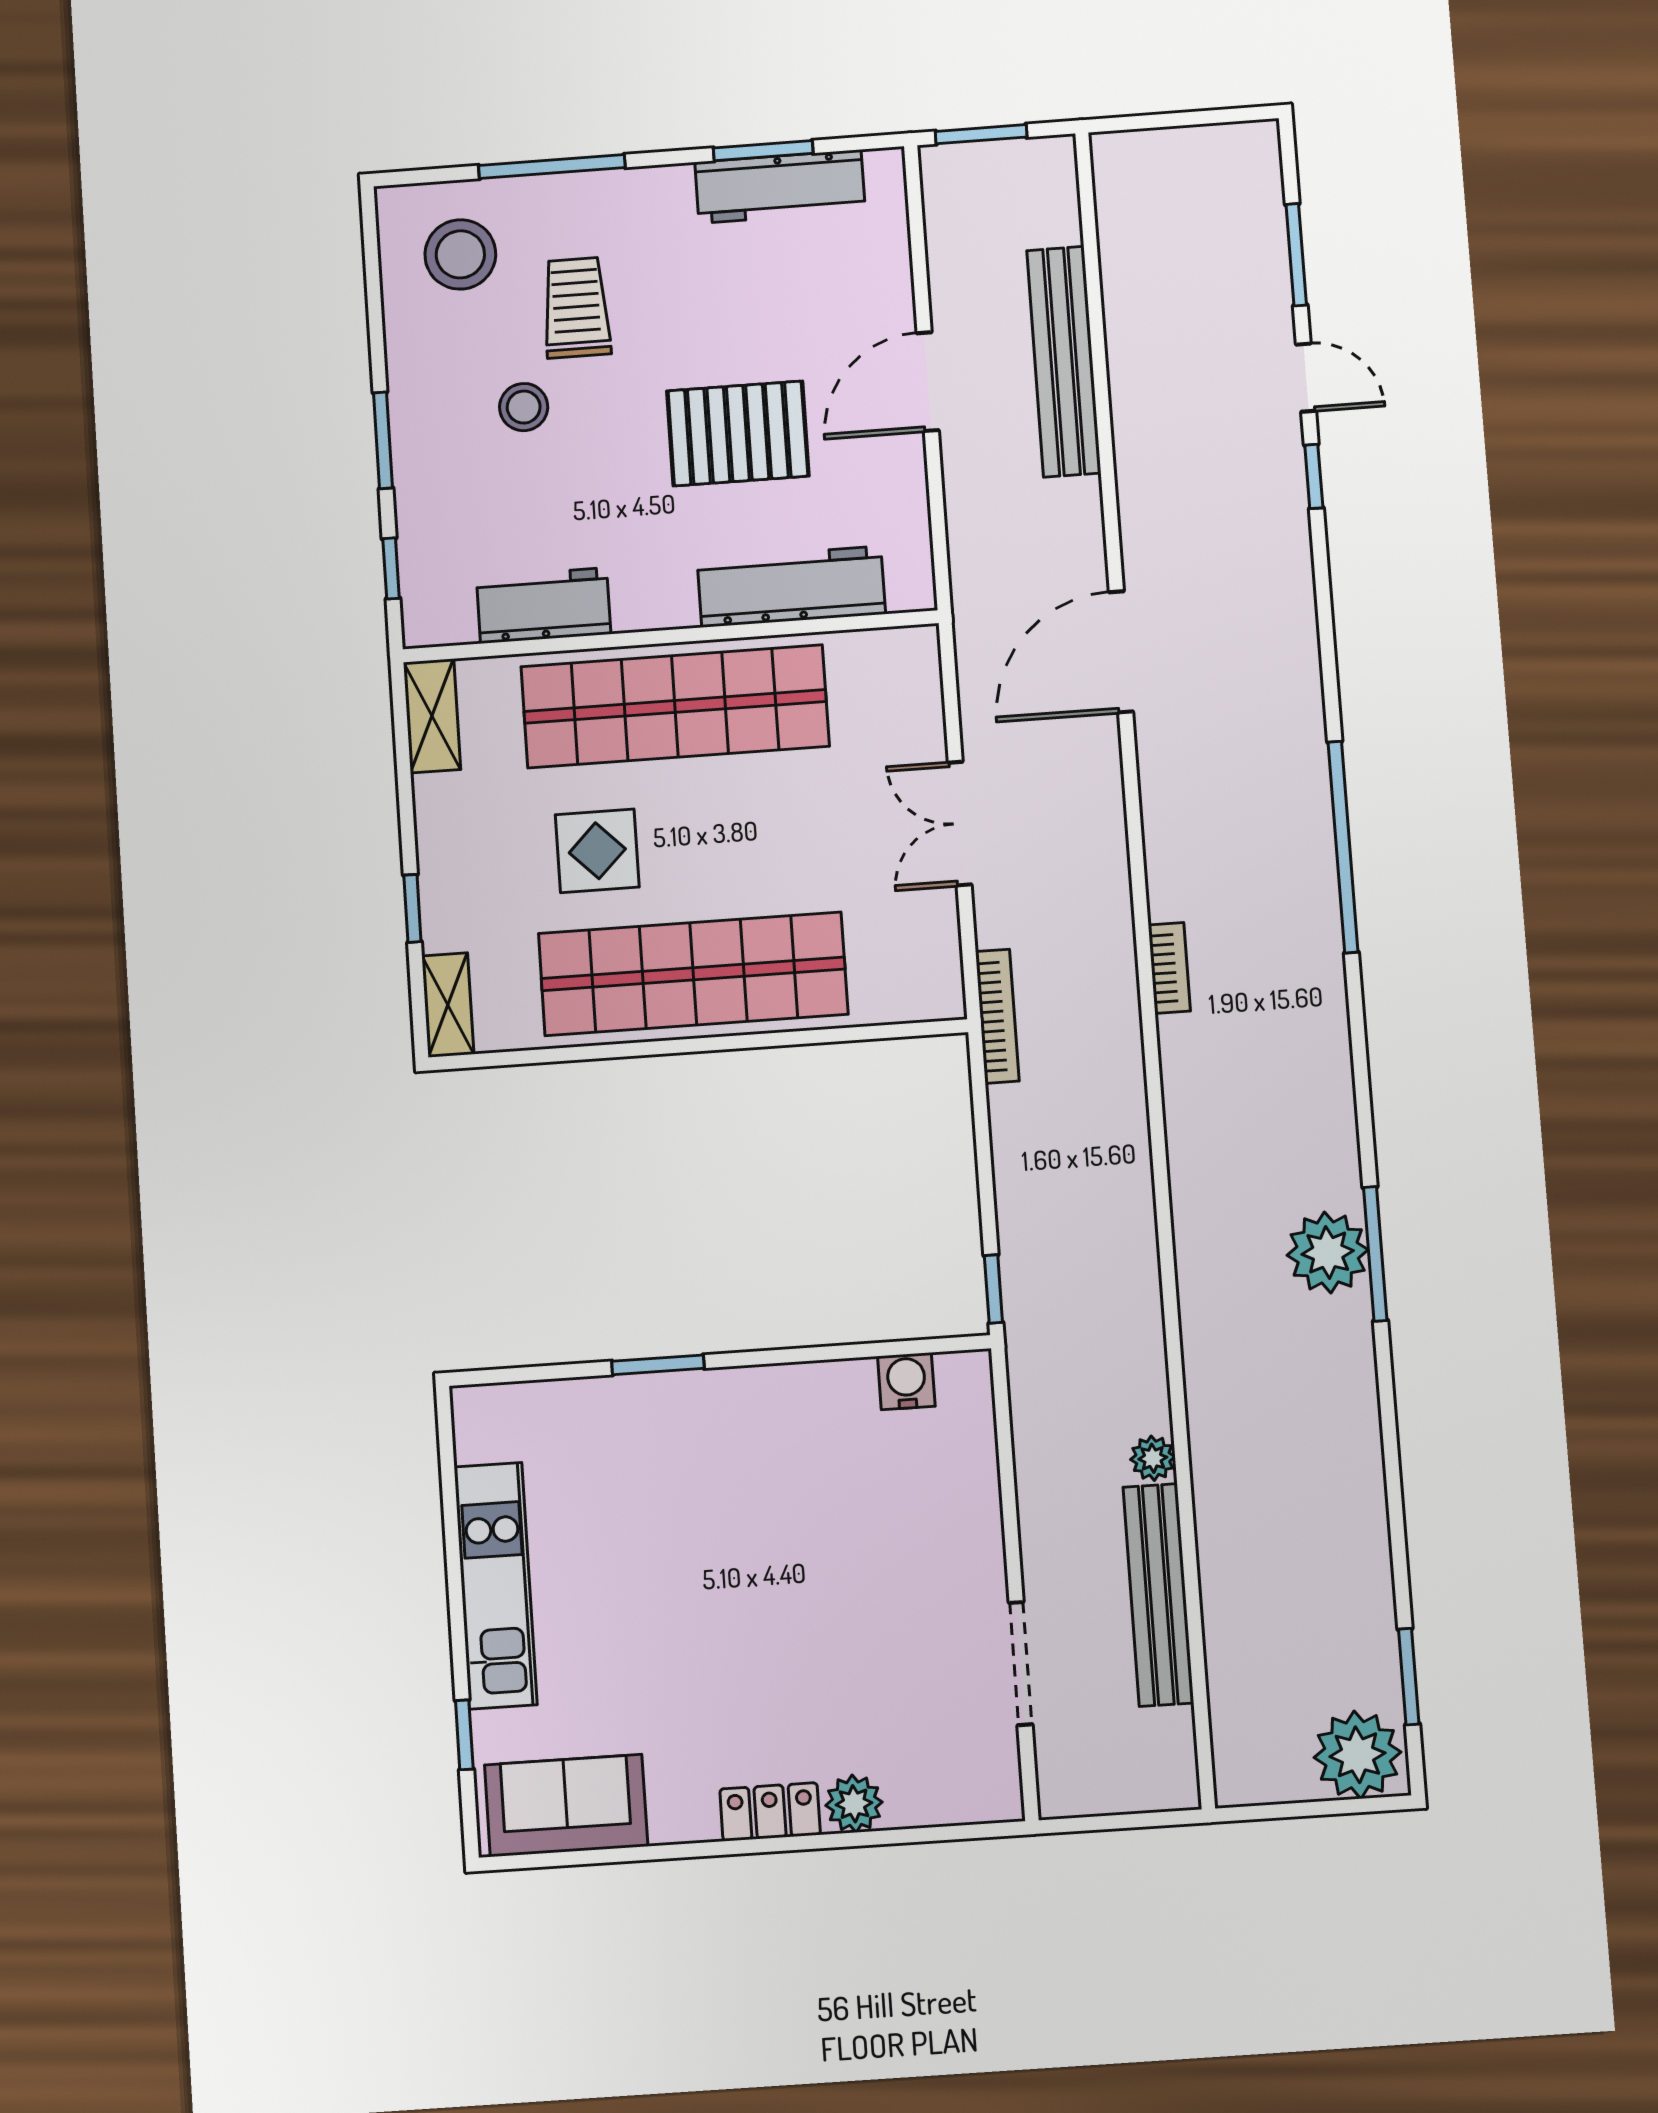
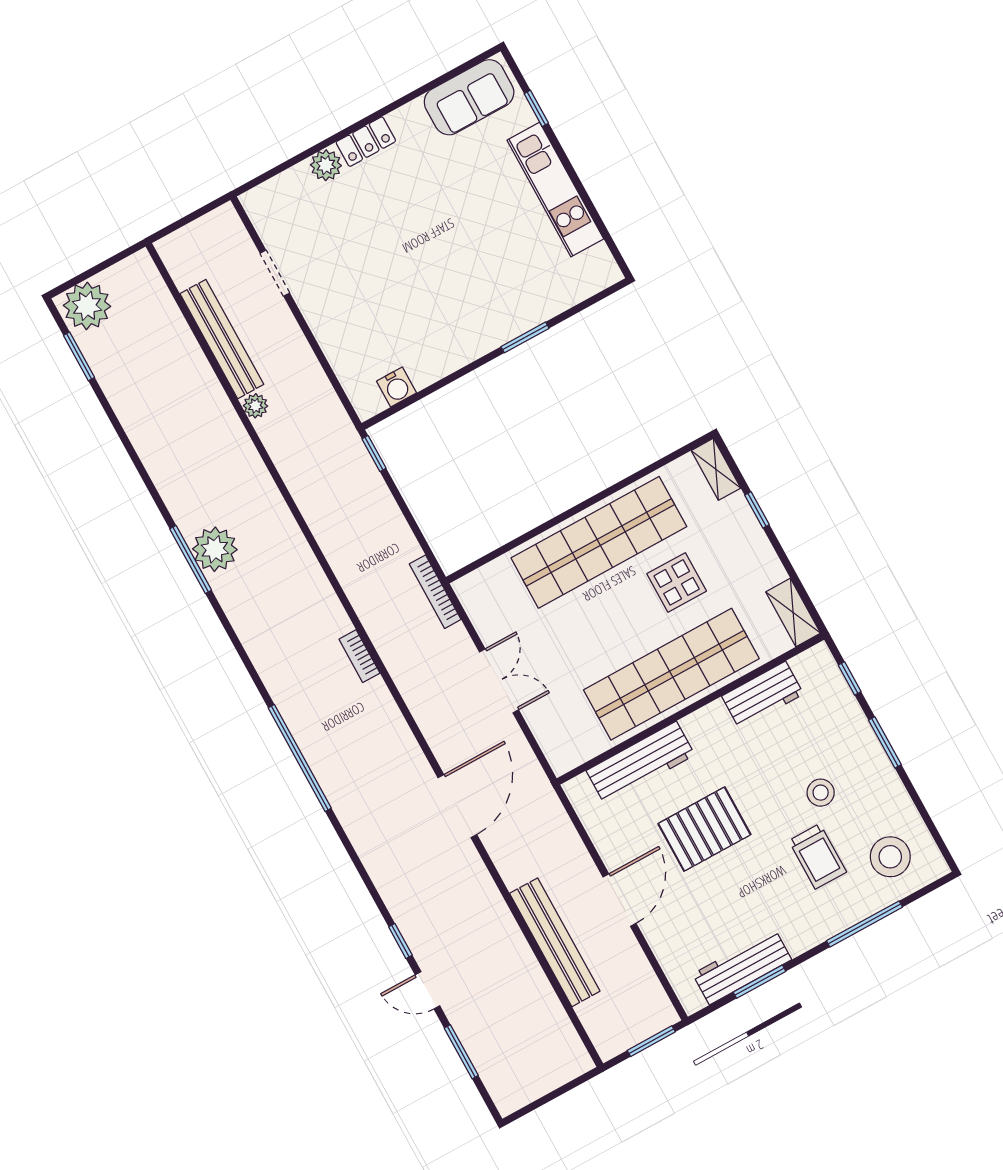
doorway: (1021, 1663) -> (275, 273), width x0.73

